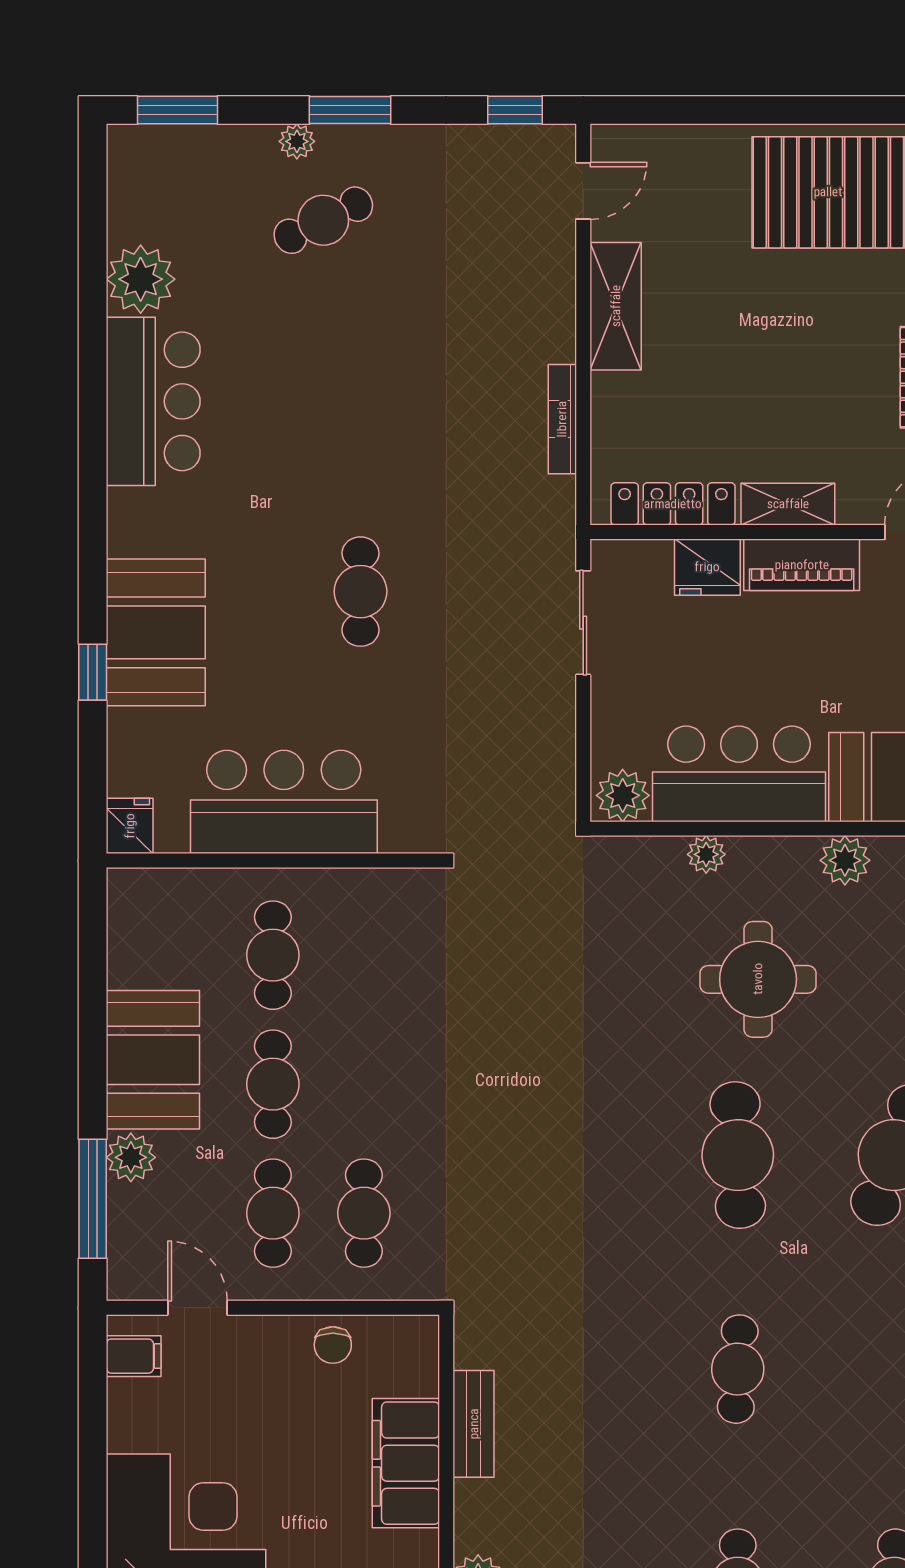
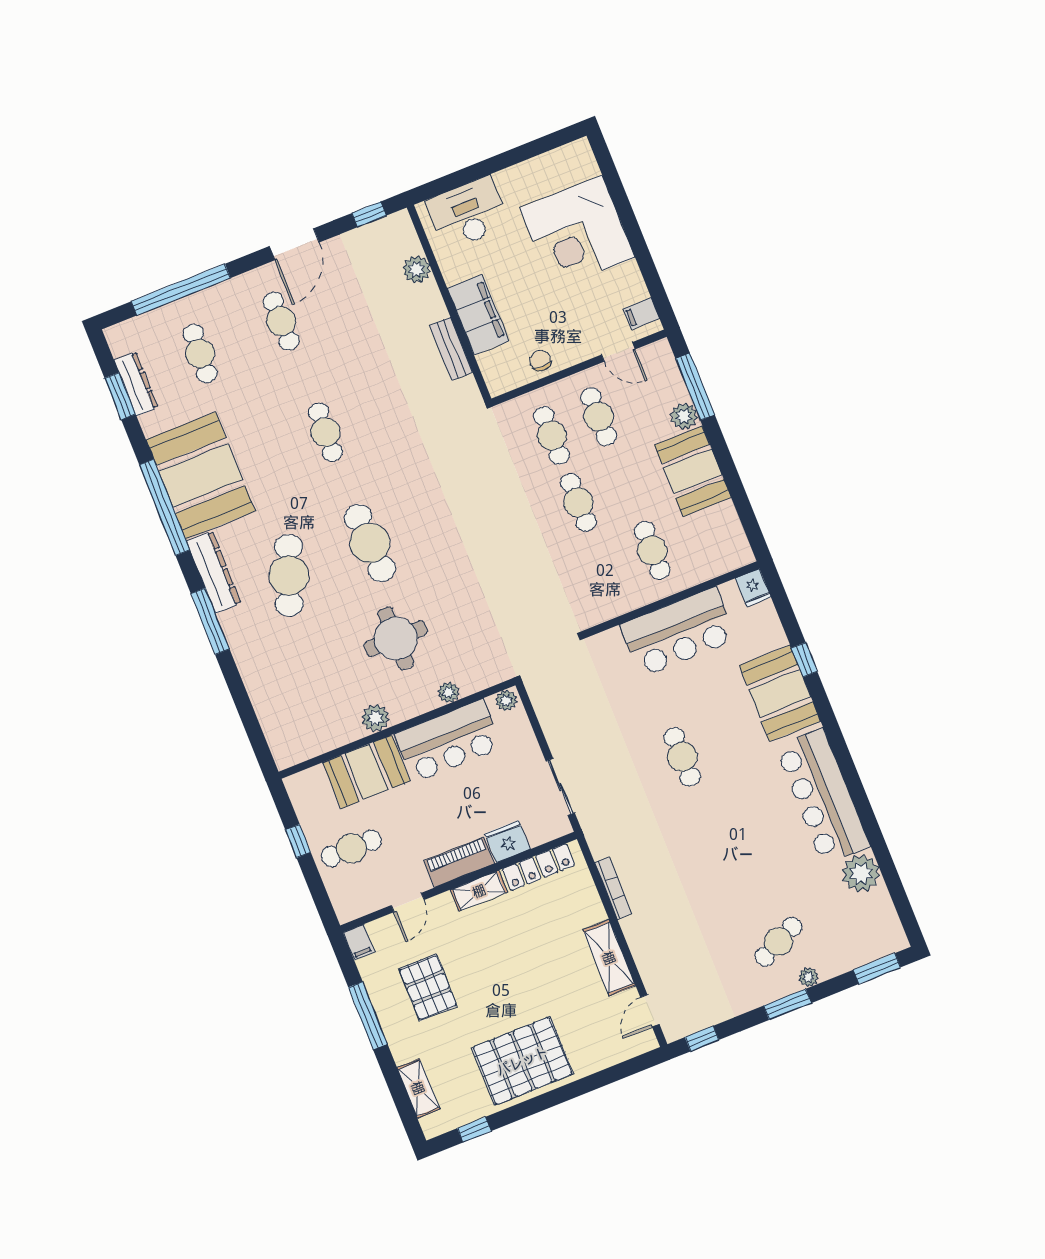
bar counter: (153, 401) -> (823, 797), width x1.36
plant: (623, 795) -> (506, 700), width x0.73, depth x0.73
cafe table: (273, 1084) -> (578, 502), moved

